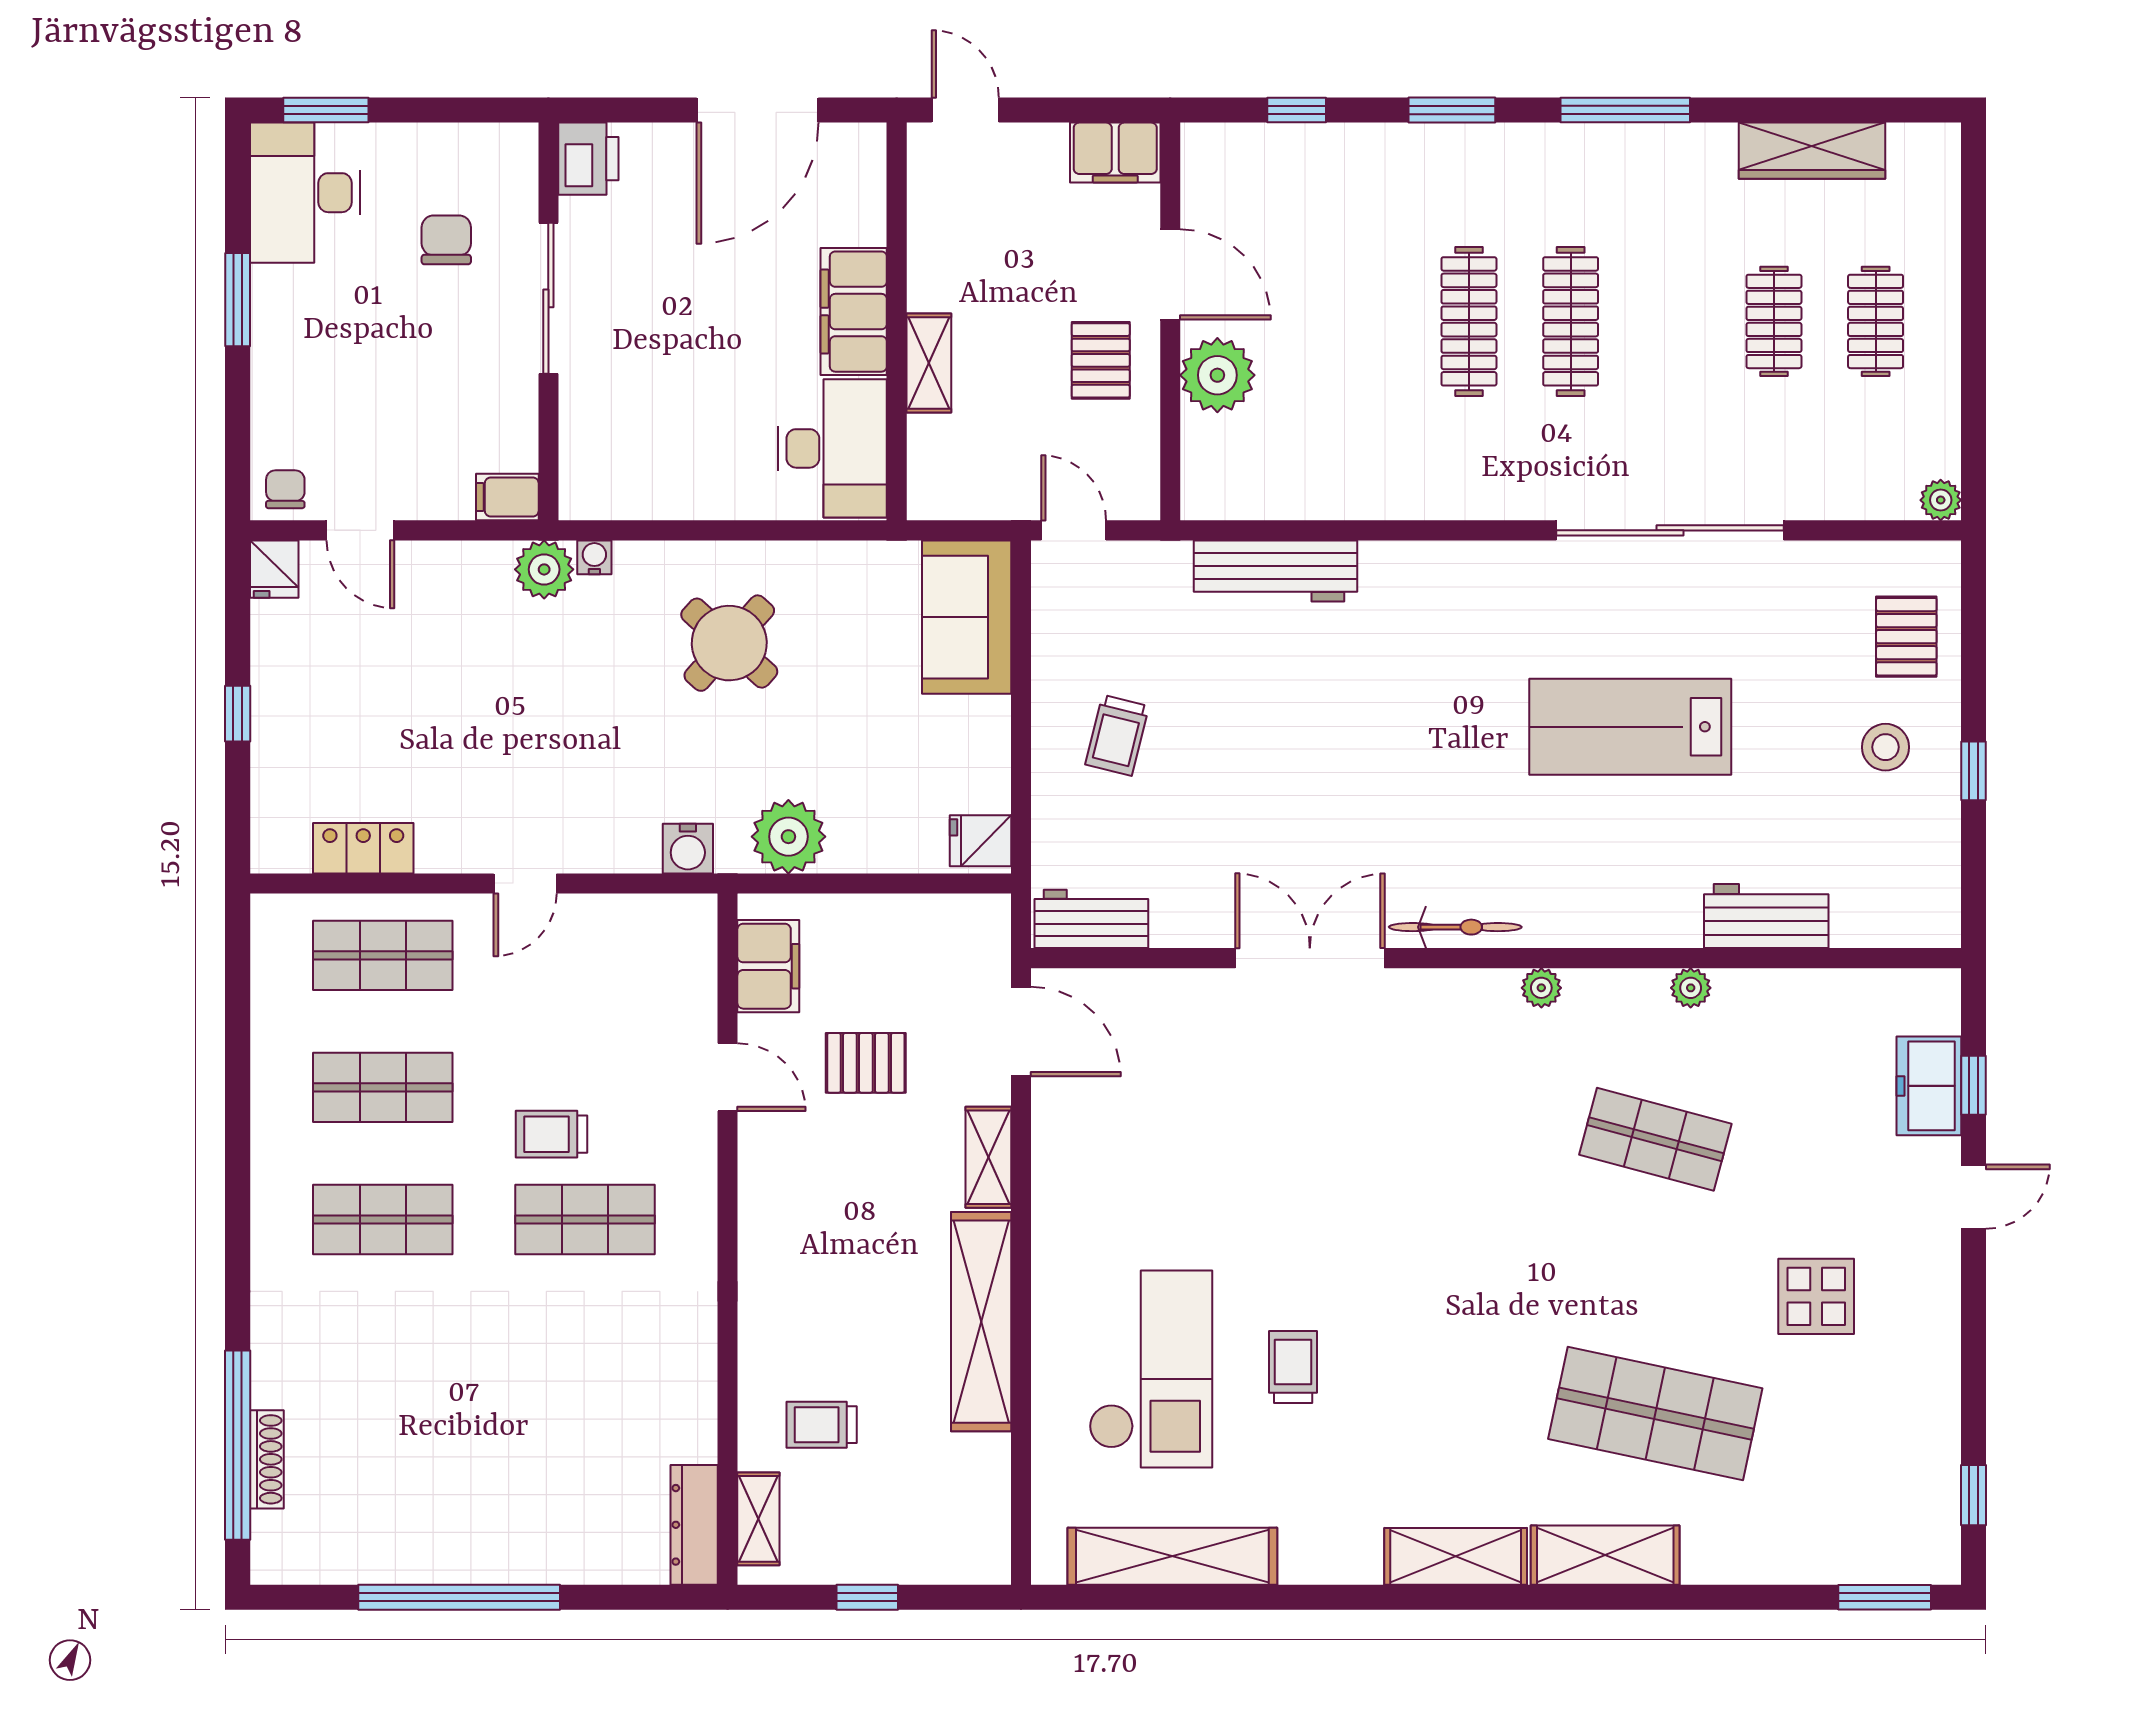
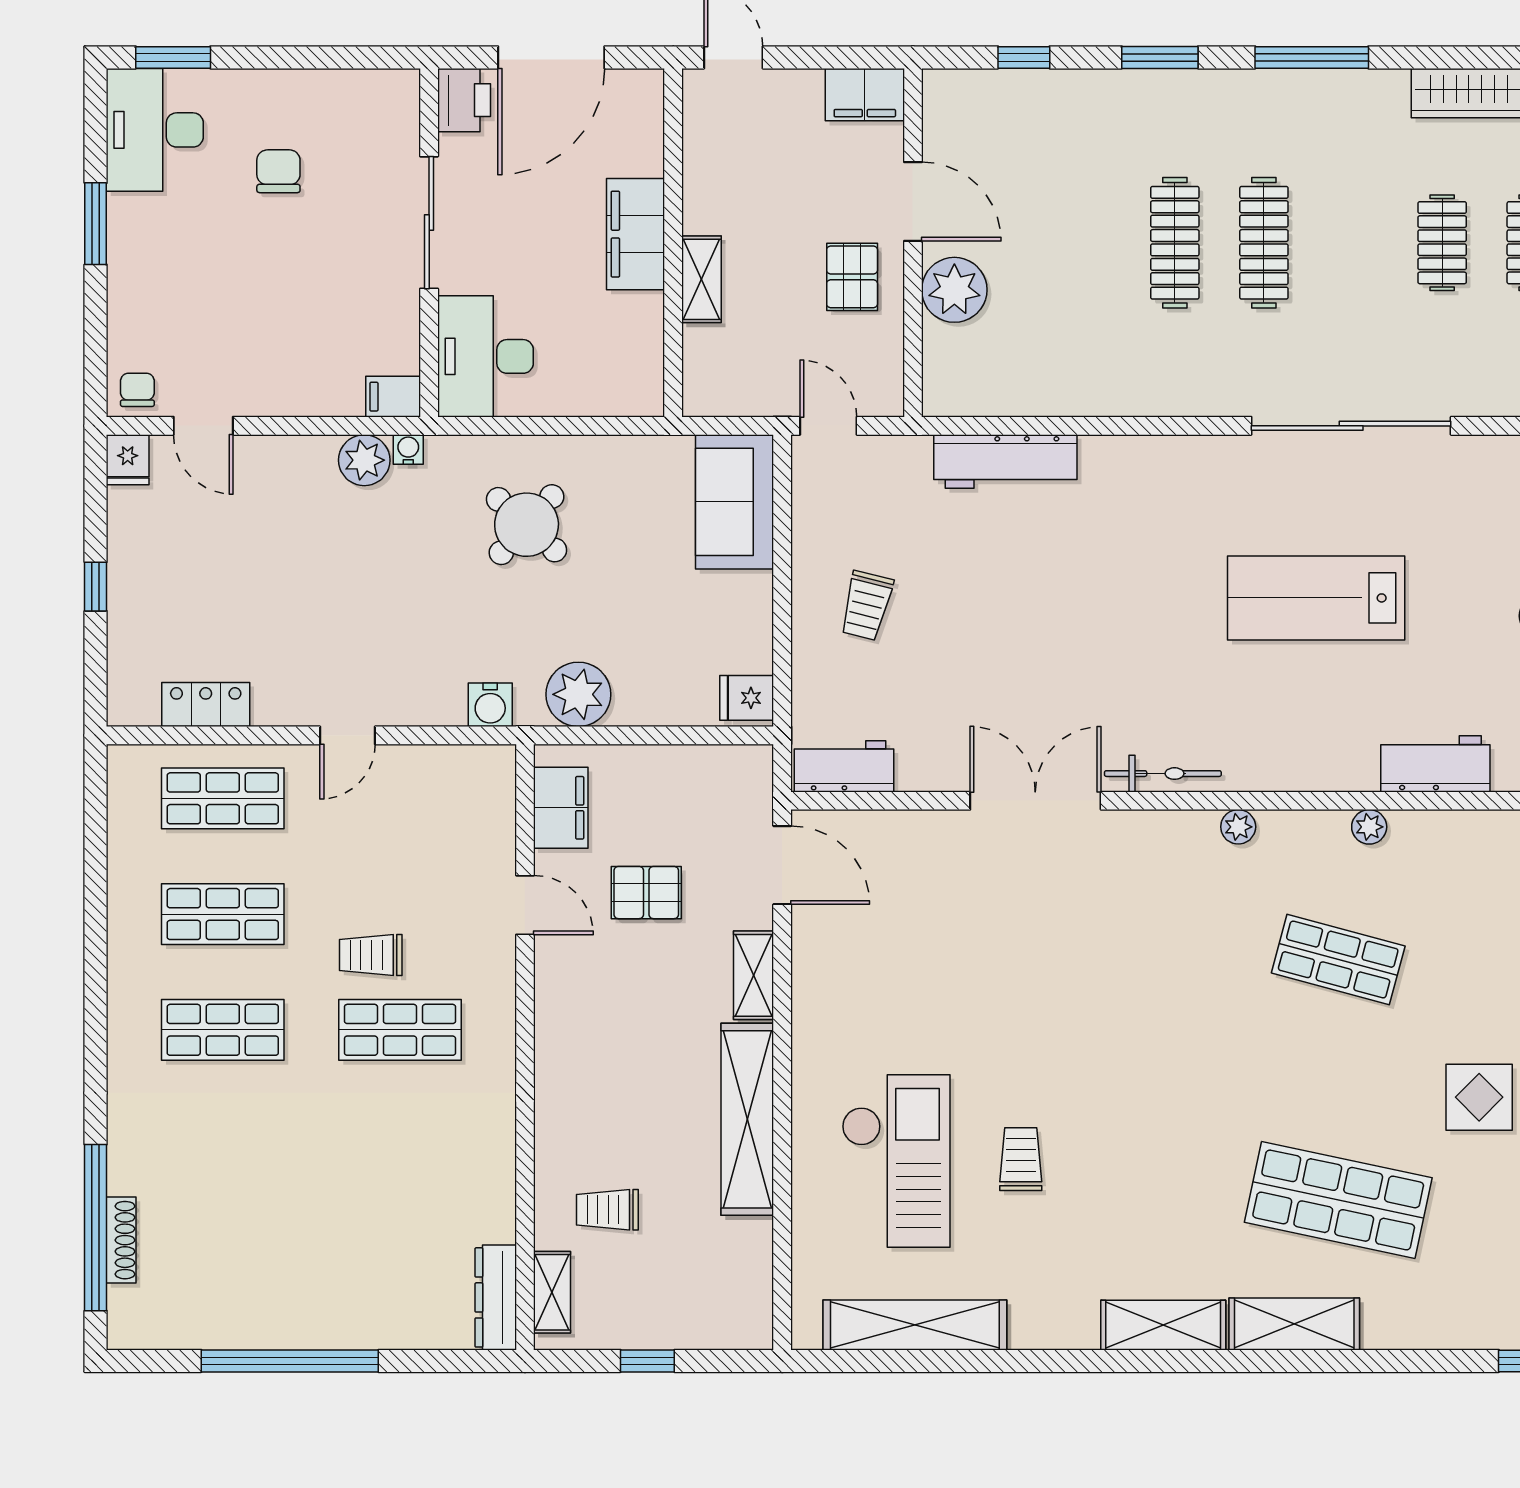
printer: (588, 159) -> (464, 100), moved
sliding door: (548, 298) -> (429, 223), moved
wall: (548, 321) -> (429, 243), moved
desk: (832, 448) -> (485, 356), moved, turned 180
filing cabinet: (507, 497) -> (393, 397), moved

